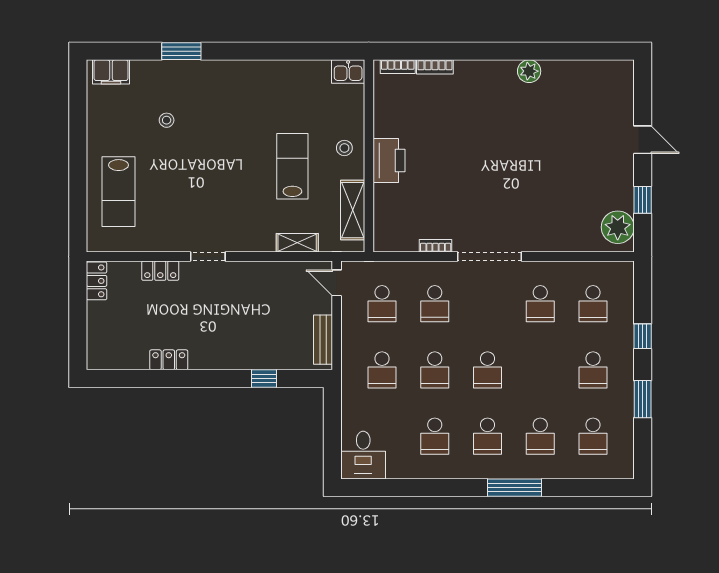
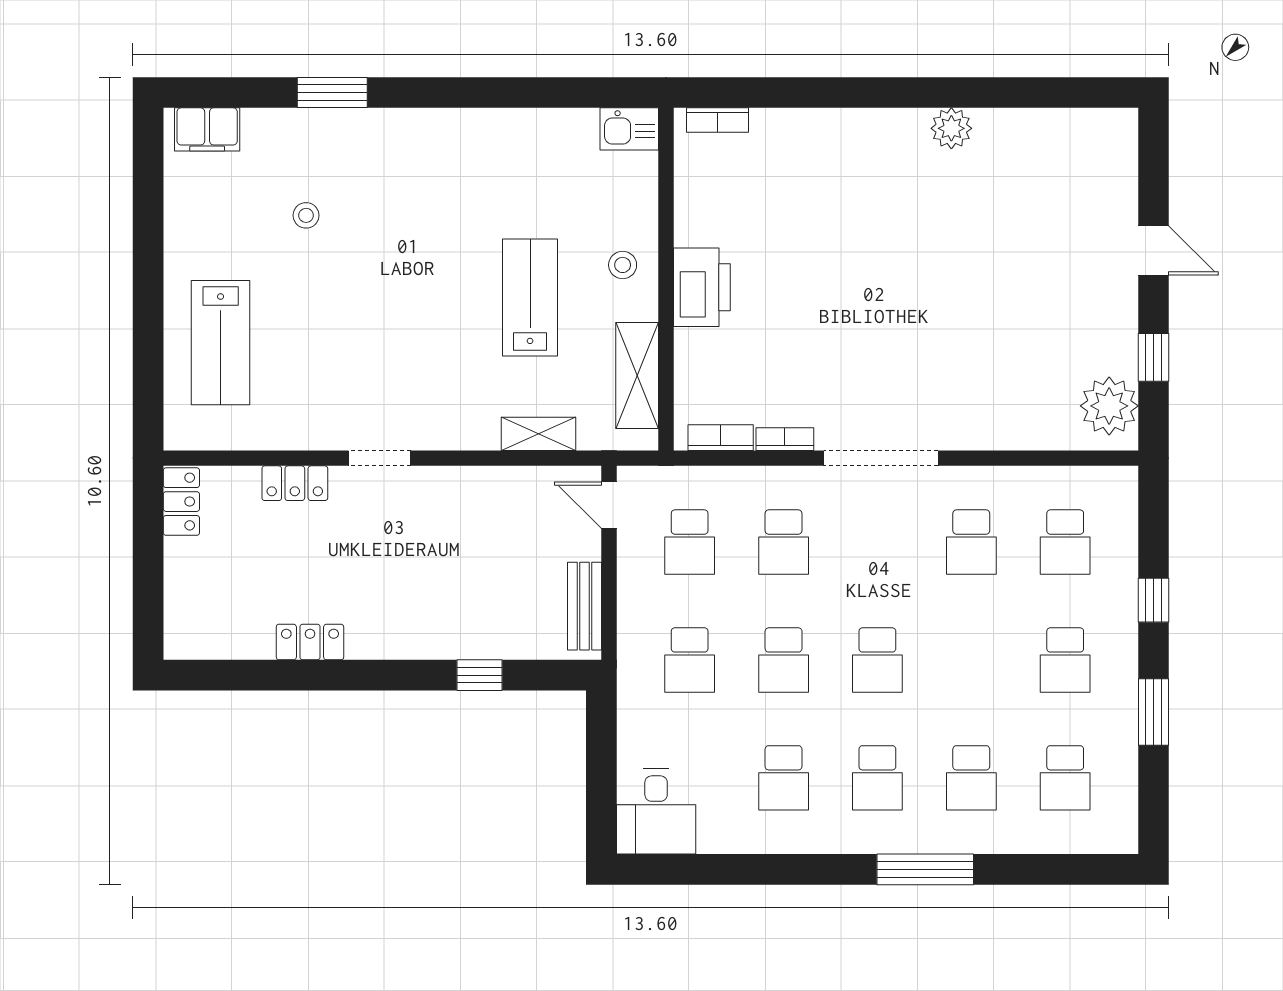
bookcase: (435, 67) -> (721, 438), moved, turned 180

